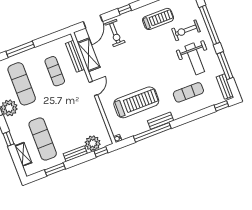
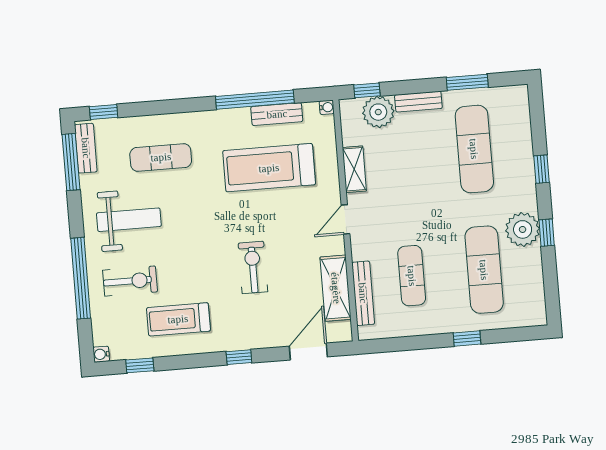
exercise bike: (115, 33) -> (253, 267), moved
window: (20, 49) -> (467, 338), width x0.46
weight bench: (195, 59) -> (129, 220), turned 90
window: (225, 66) -> (71, 162), moved
bench: (160, 121) -> (277, 114), moved
shelving: (23, 154) -> (354, 169), moved

